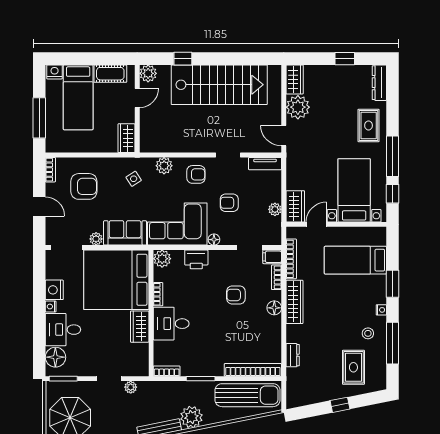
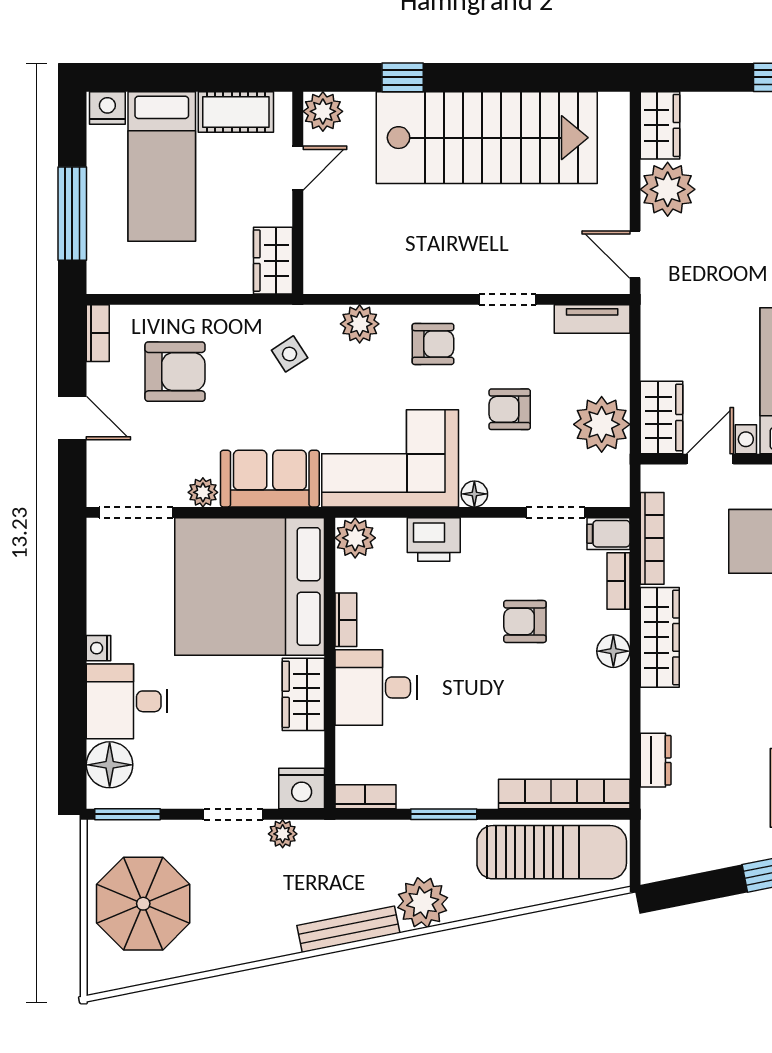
plant: (275, 209) -> (602, 424), width x1.87, depth x1.87
nightstand: (54, 290) -> (302, 789), moved, turned -90

